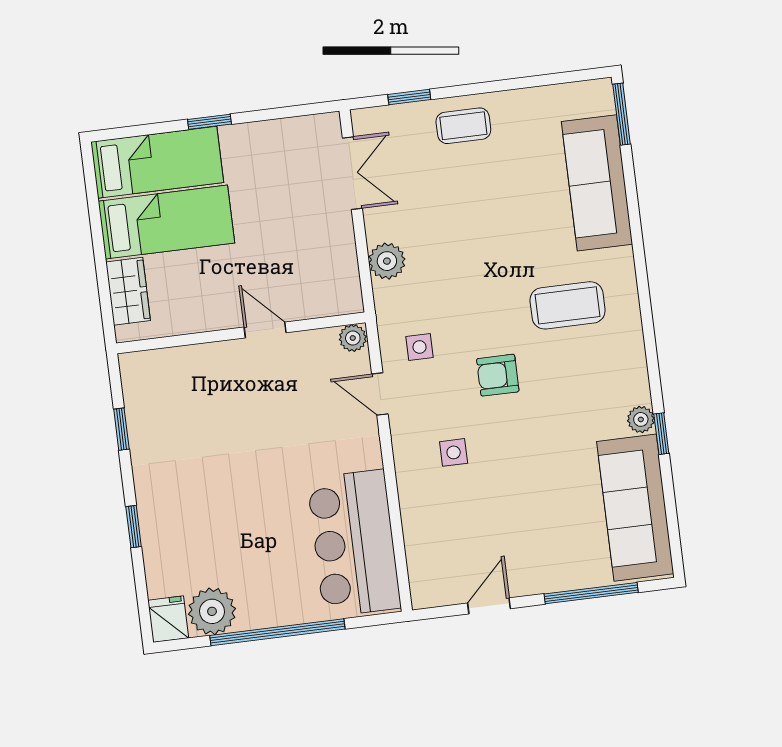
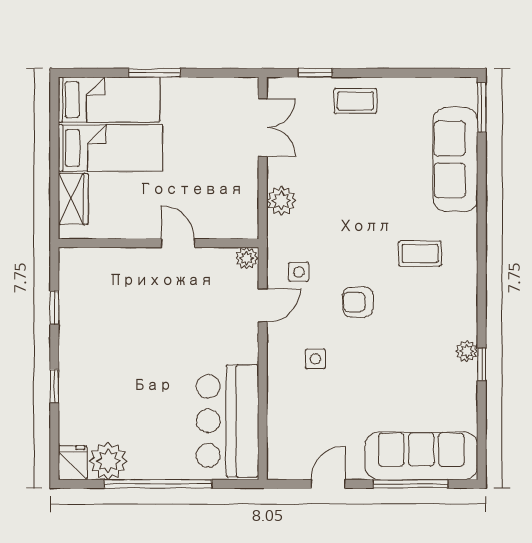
window: (210, 122) -> (155, 73), width x1.50
coffee table: (568, 305) -> (420, 254), width x0.73, depth x0.77
door: (380, 394) -> (263, 305), swing flipped
sofa: (635, 508) -> (421, 456), moved, turned 90

